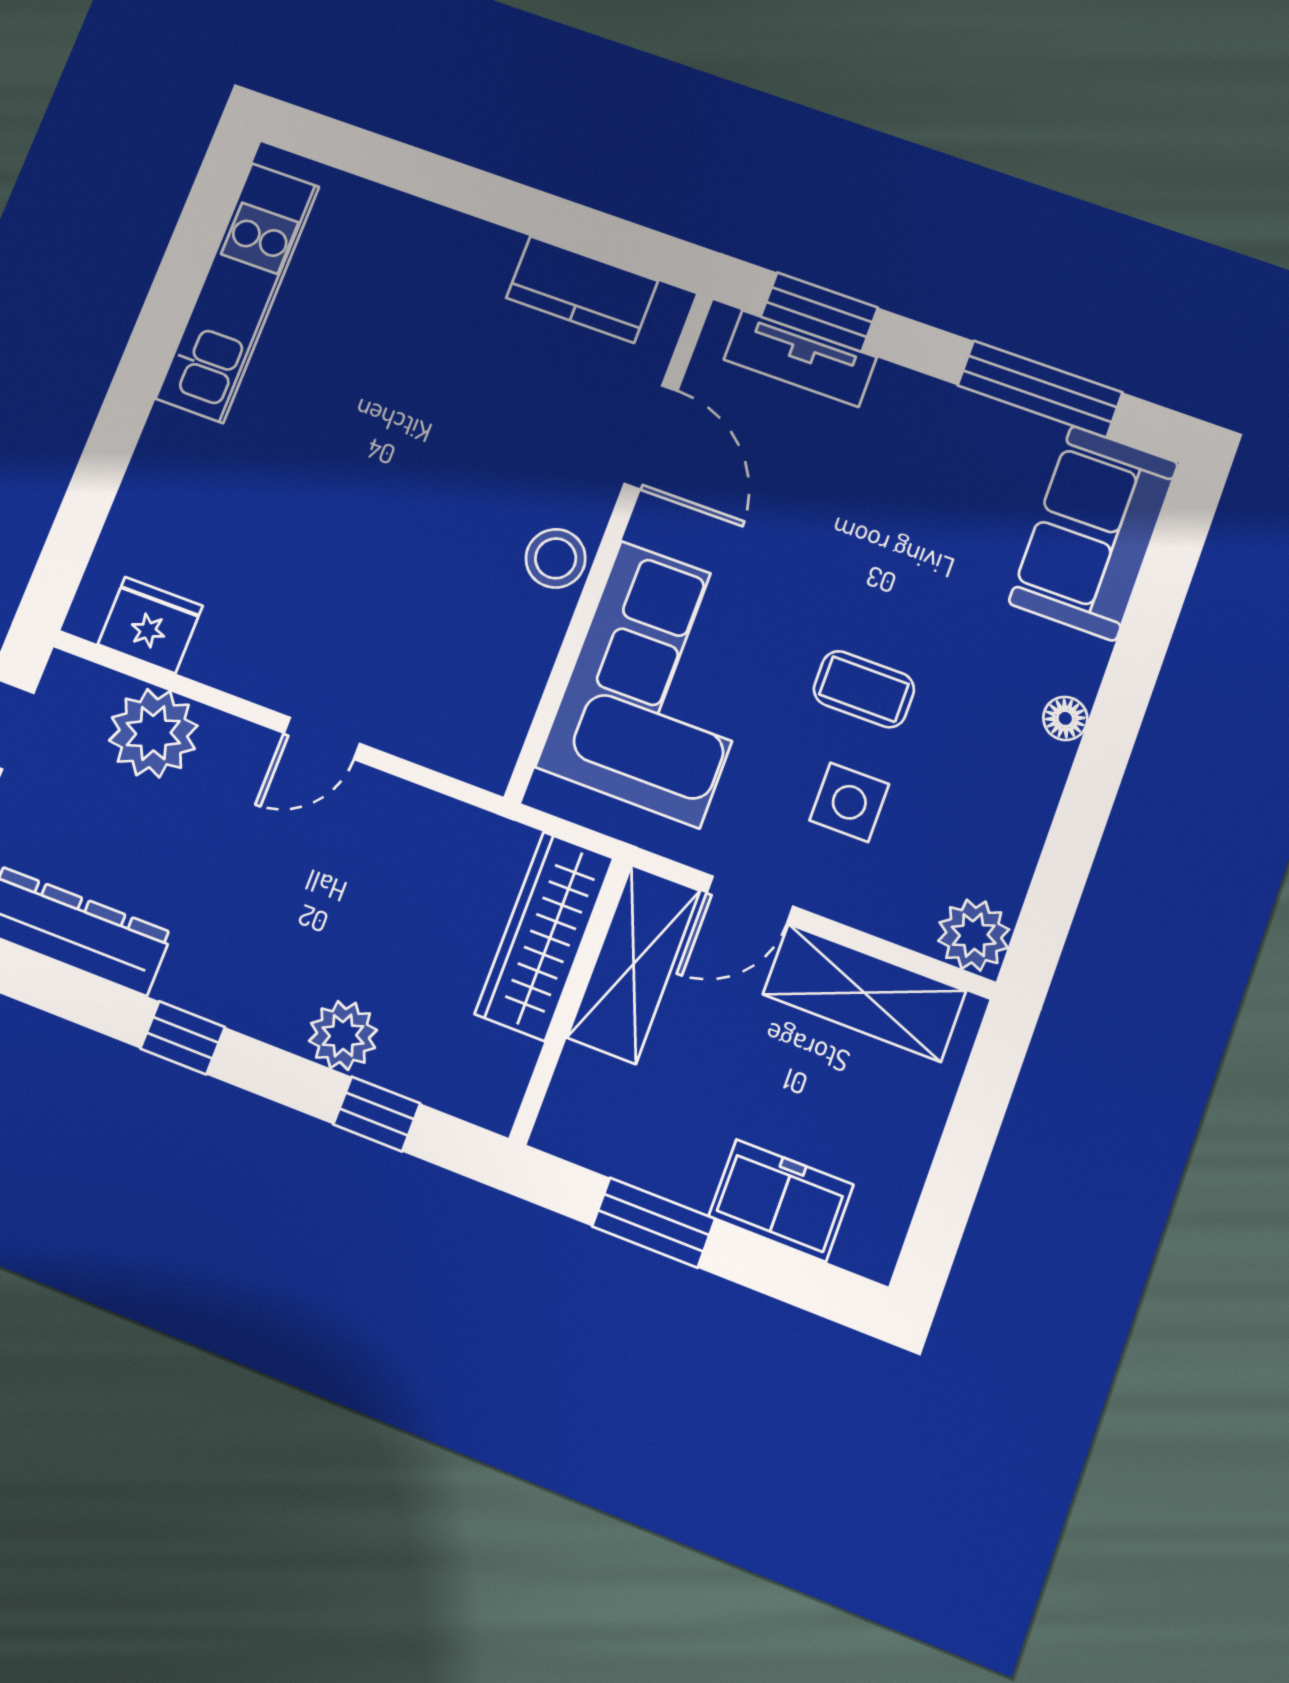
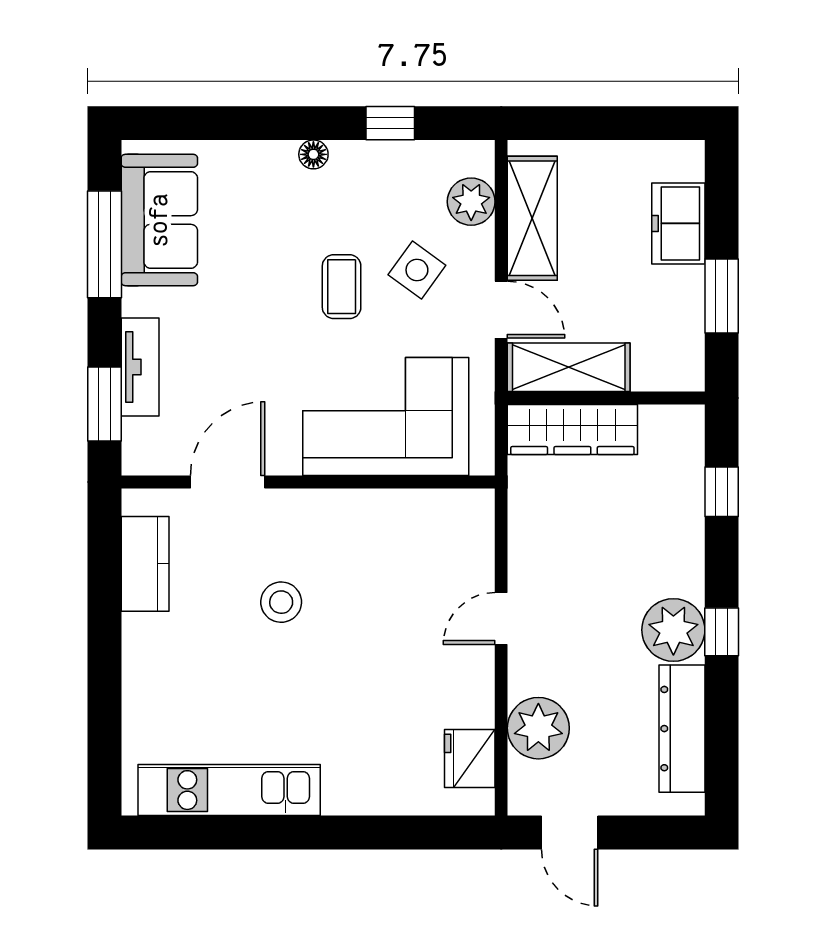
tv unit: (800, 358) -> (140, 367), moved
sofa: (1093, 533) -> (159, 220), moved, turned -90
stool: (556, 558) -> (281, 602), moved
door: (322, 738) -> (501, 618), swing flipped
side table: (849, 802) -> (417, 270), turned 36
window: (1072, 842) -> (390, 123), added
plant: (974, 935) -> (471, 202), moved
plant: (343, 1035) -> (673, 630), moved, width x1.36, depth x1.36

